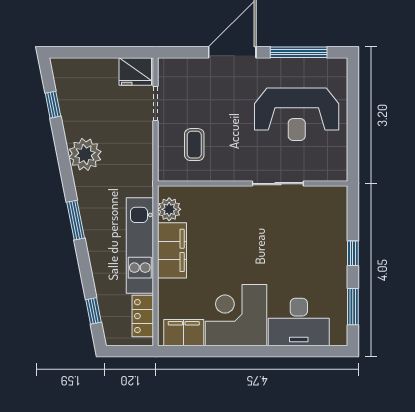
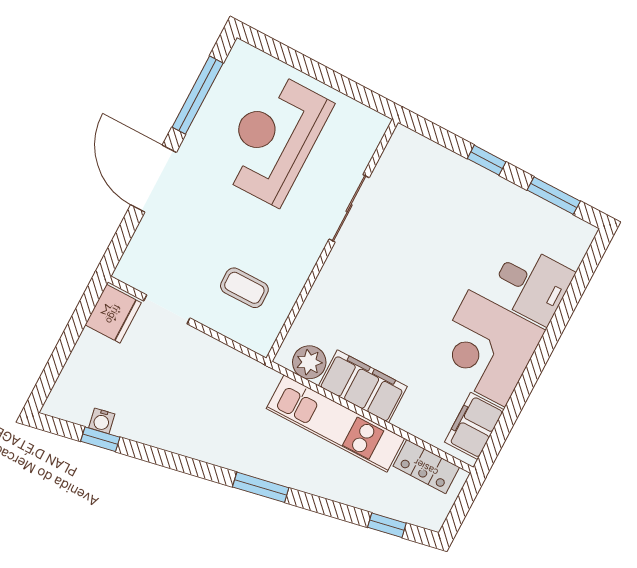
water cooler: (65, 100) -> (102, 421), added
reception desk: (297, 114) -> (274, 139), turned 180
plant: (85, 154) -> (184, 432), removed
desk: (299, 322) -> (532, 284), width x0.73

